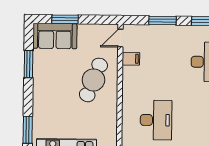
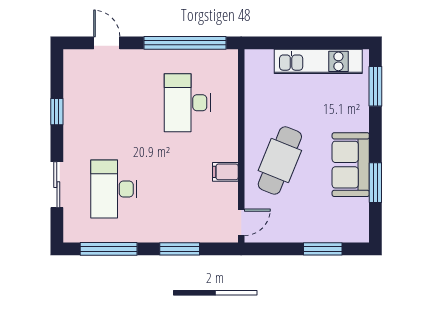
sofa: (55, 36) -> (351, 165), moved, turned -90
filing cabinet: (131, 59) -> (225, 172), moved

